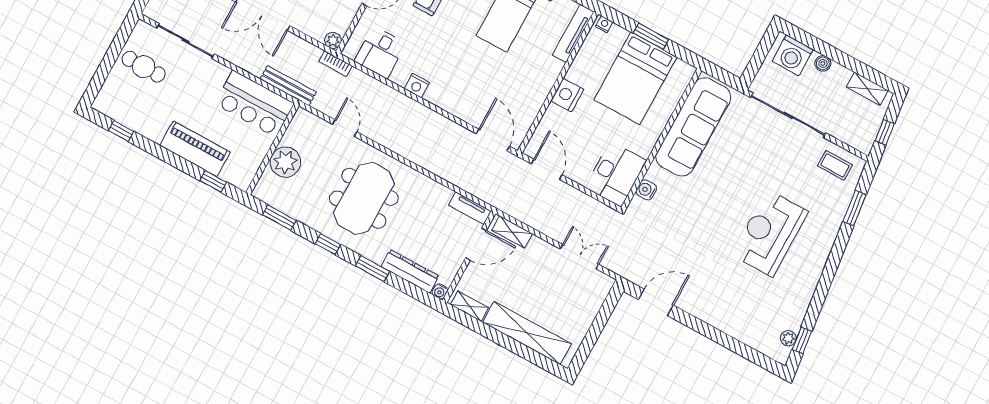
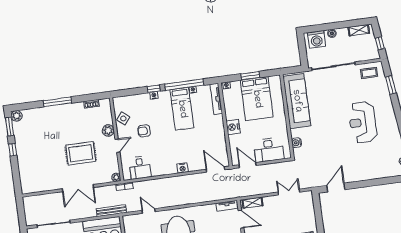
nightstand: (417, 85) -> (183, 168), moved
desk: (616, 174) -> (269, 150), moved, turned 90
door: (476, 244) -> (241, 219), hinge flipped

